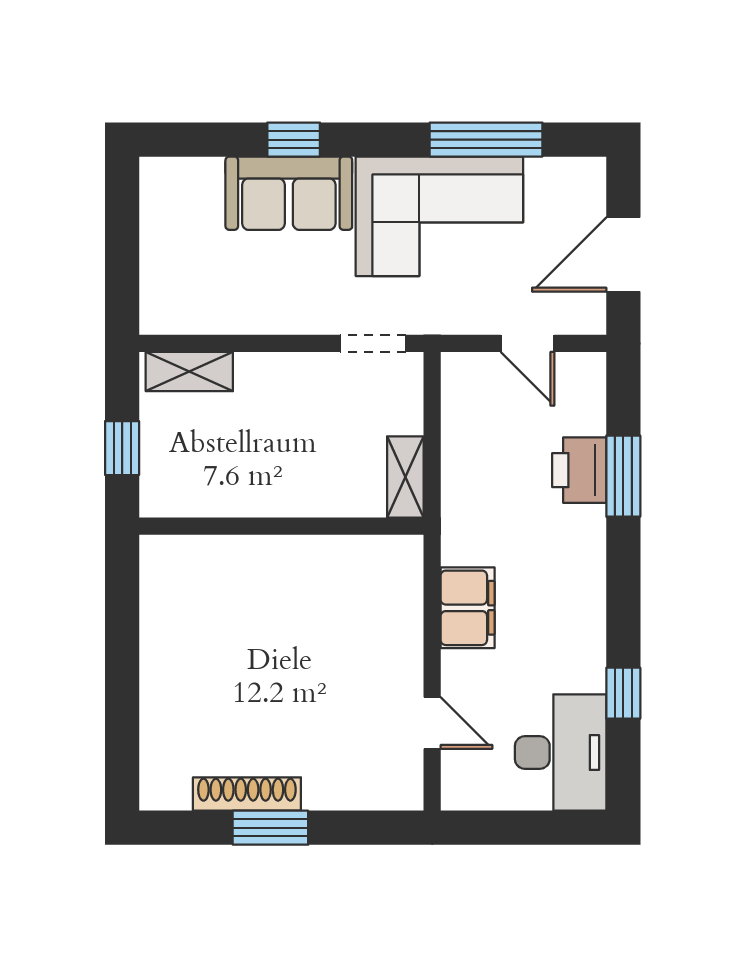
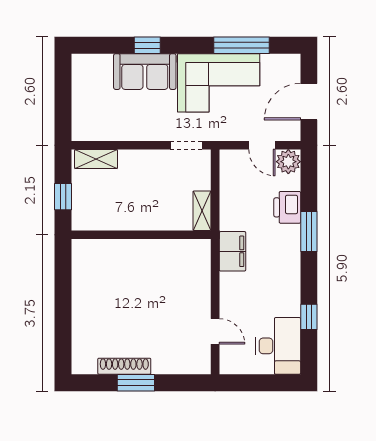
plant: (581, 377) -> (288, 162), added
window: (623, 476) -> (309, 232), moved
filing cabinet: (468, 608) -> (233, 251), moved

